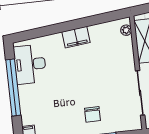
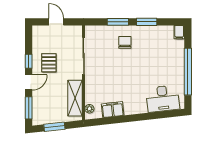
filing cabinet: (76, 37) -> (113, 110), moved
desk: (30, 64) -> (163, 99), moved, turned 84

